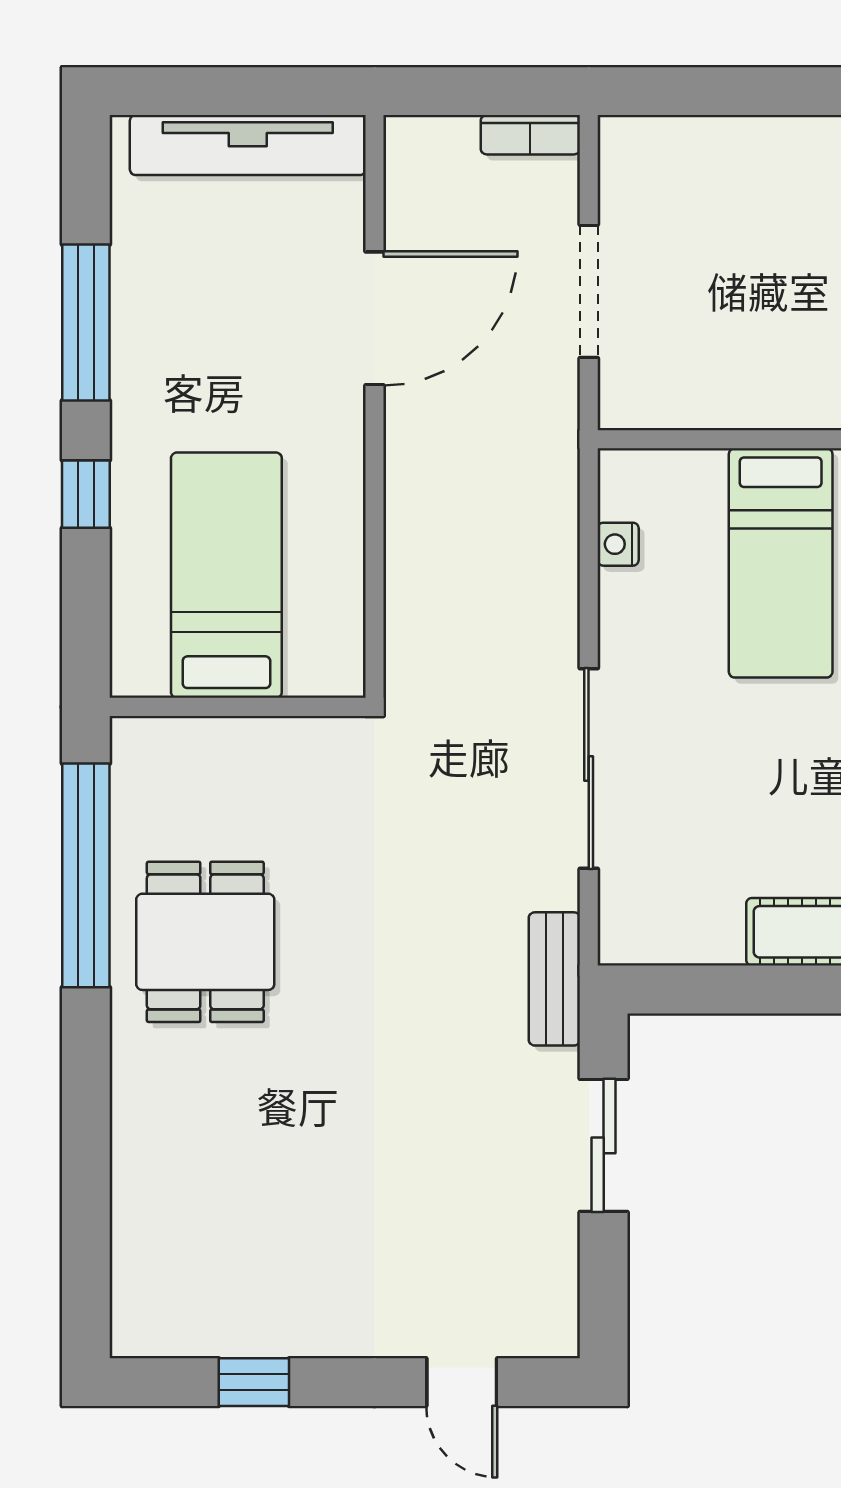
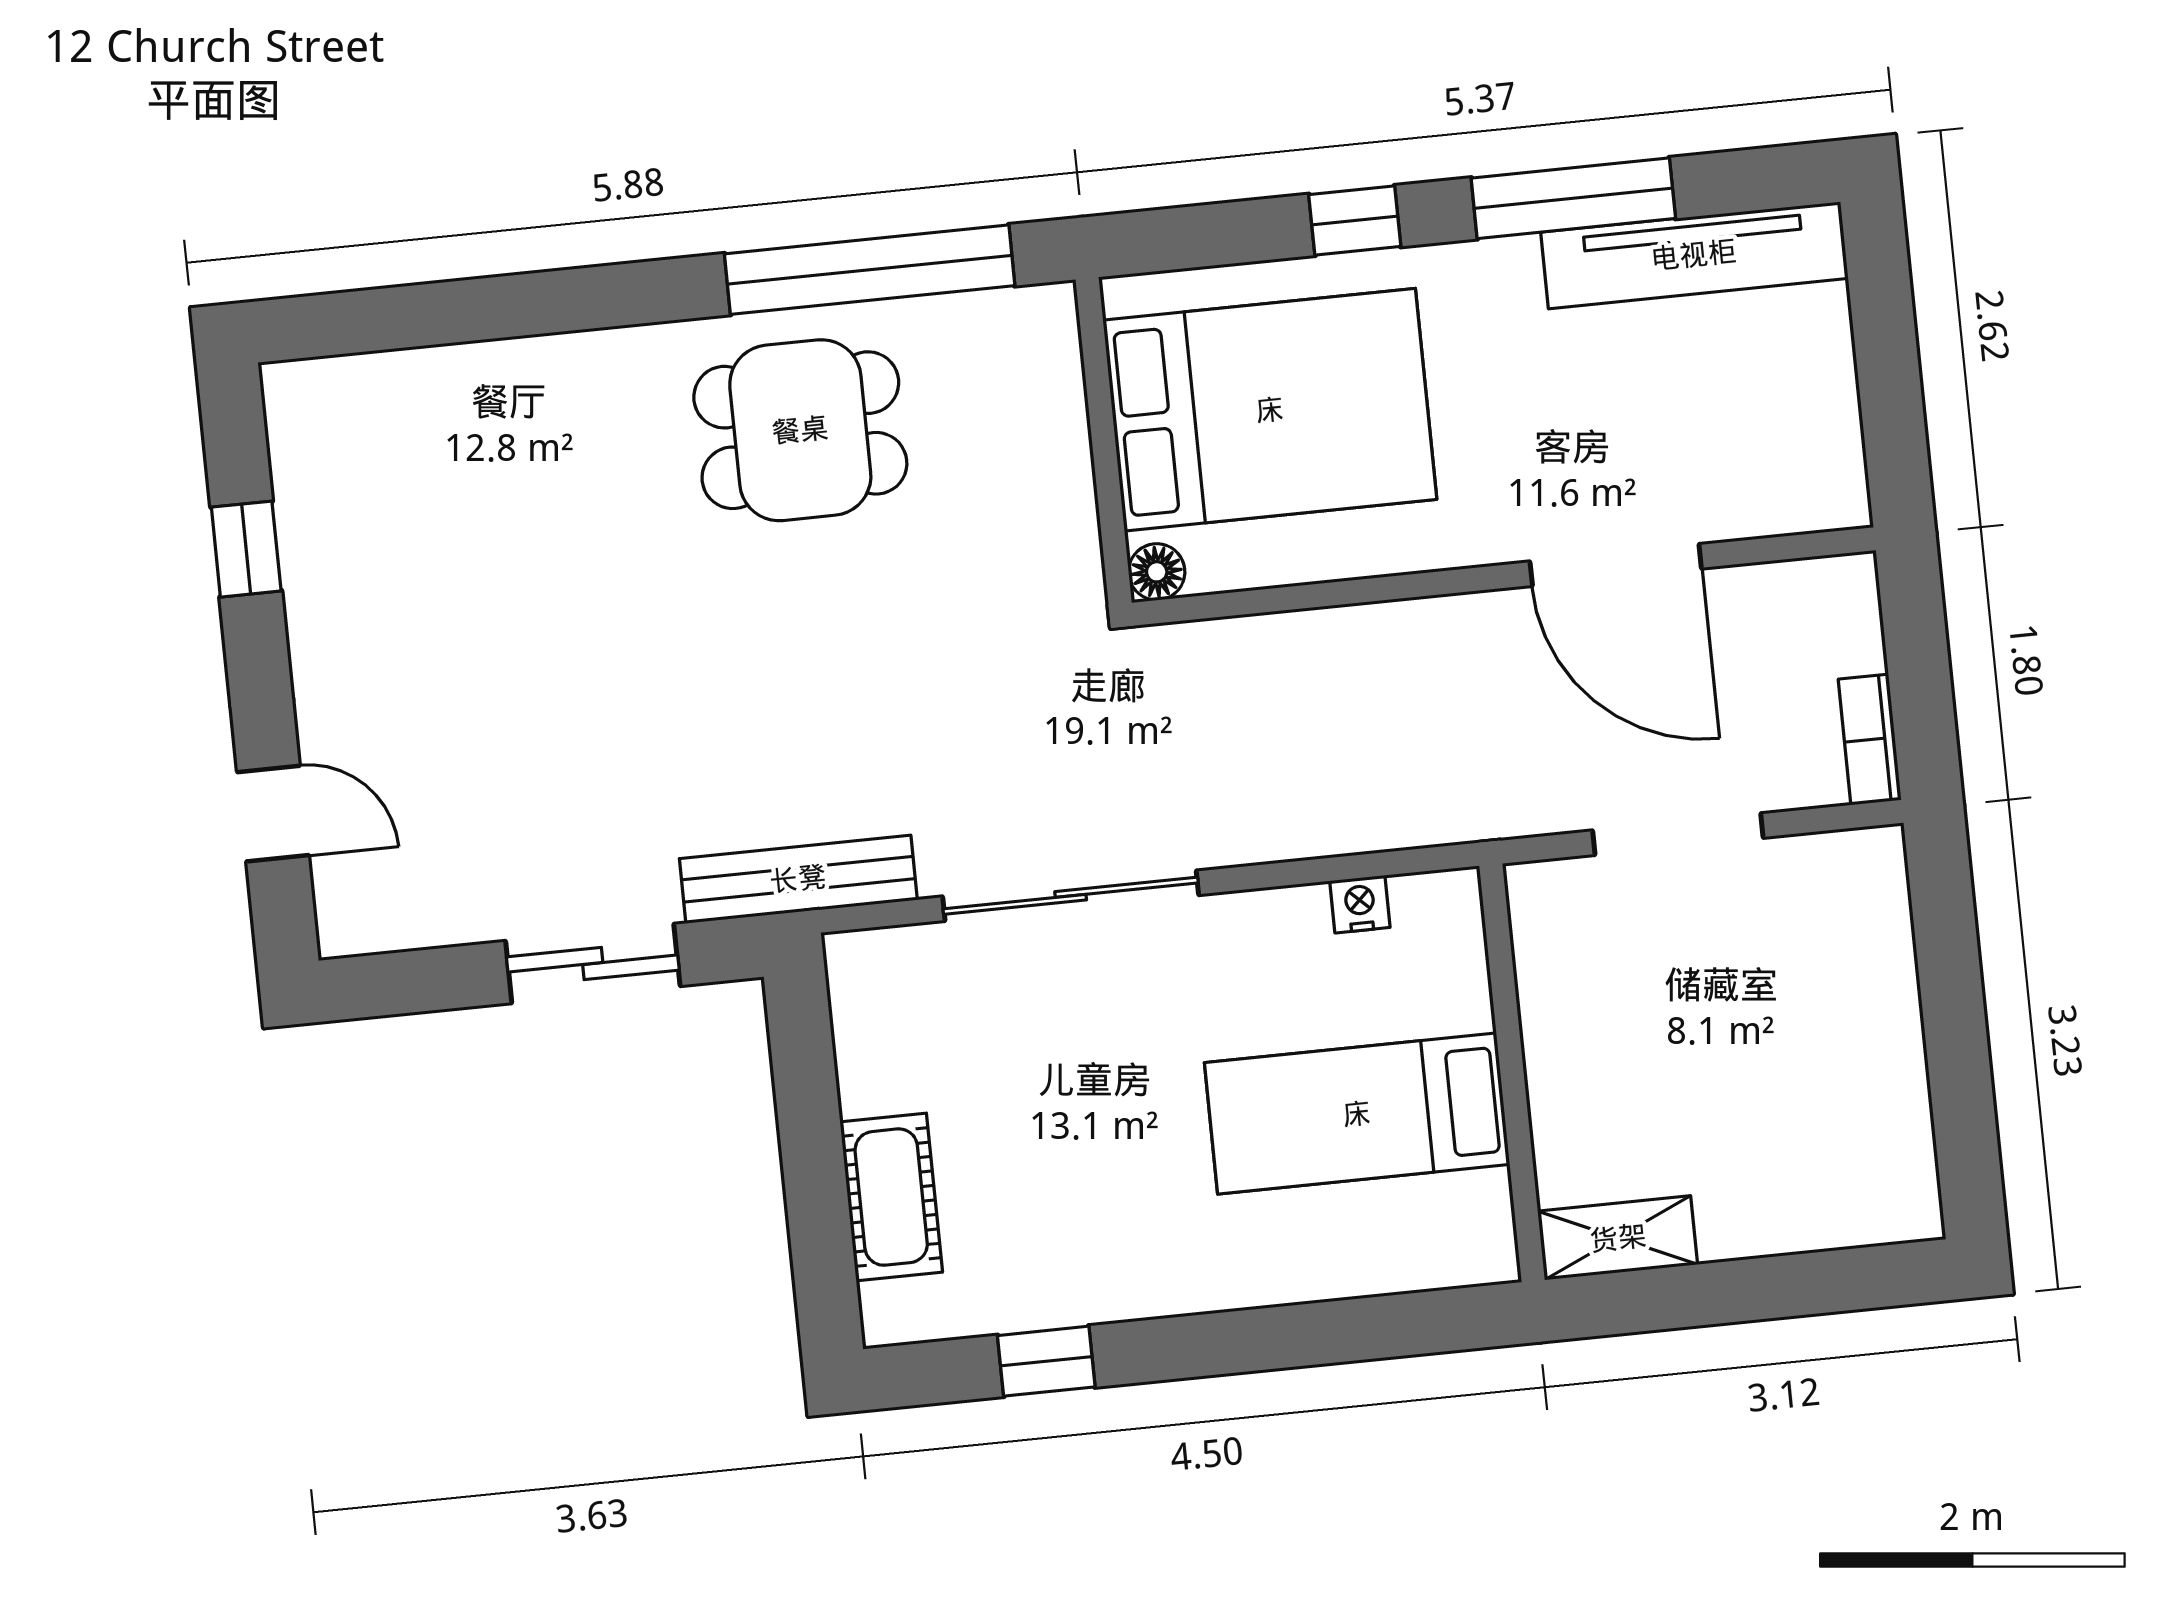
tv unit: (248, 145) -> (1694, 255), moved, turned -90
bed: (226, 575) -> (1270, 410), width x1.50
floor lamp: (344, 676) -> (1157, 572), added
bench: (554, 979) -> (798, 879), width x1.36
door: (462, 1382) -> (273, 814), swing flipped

